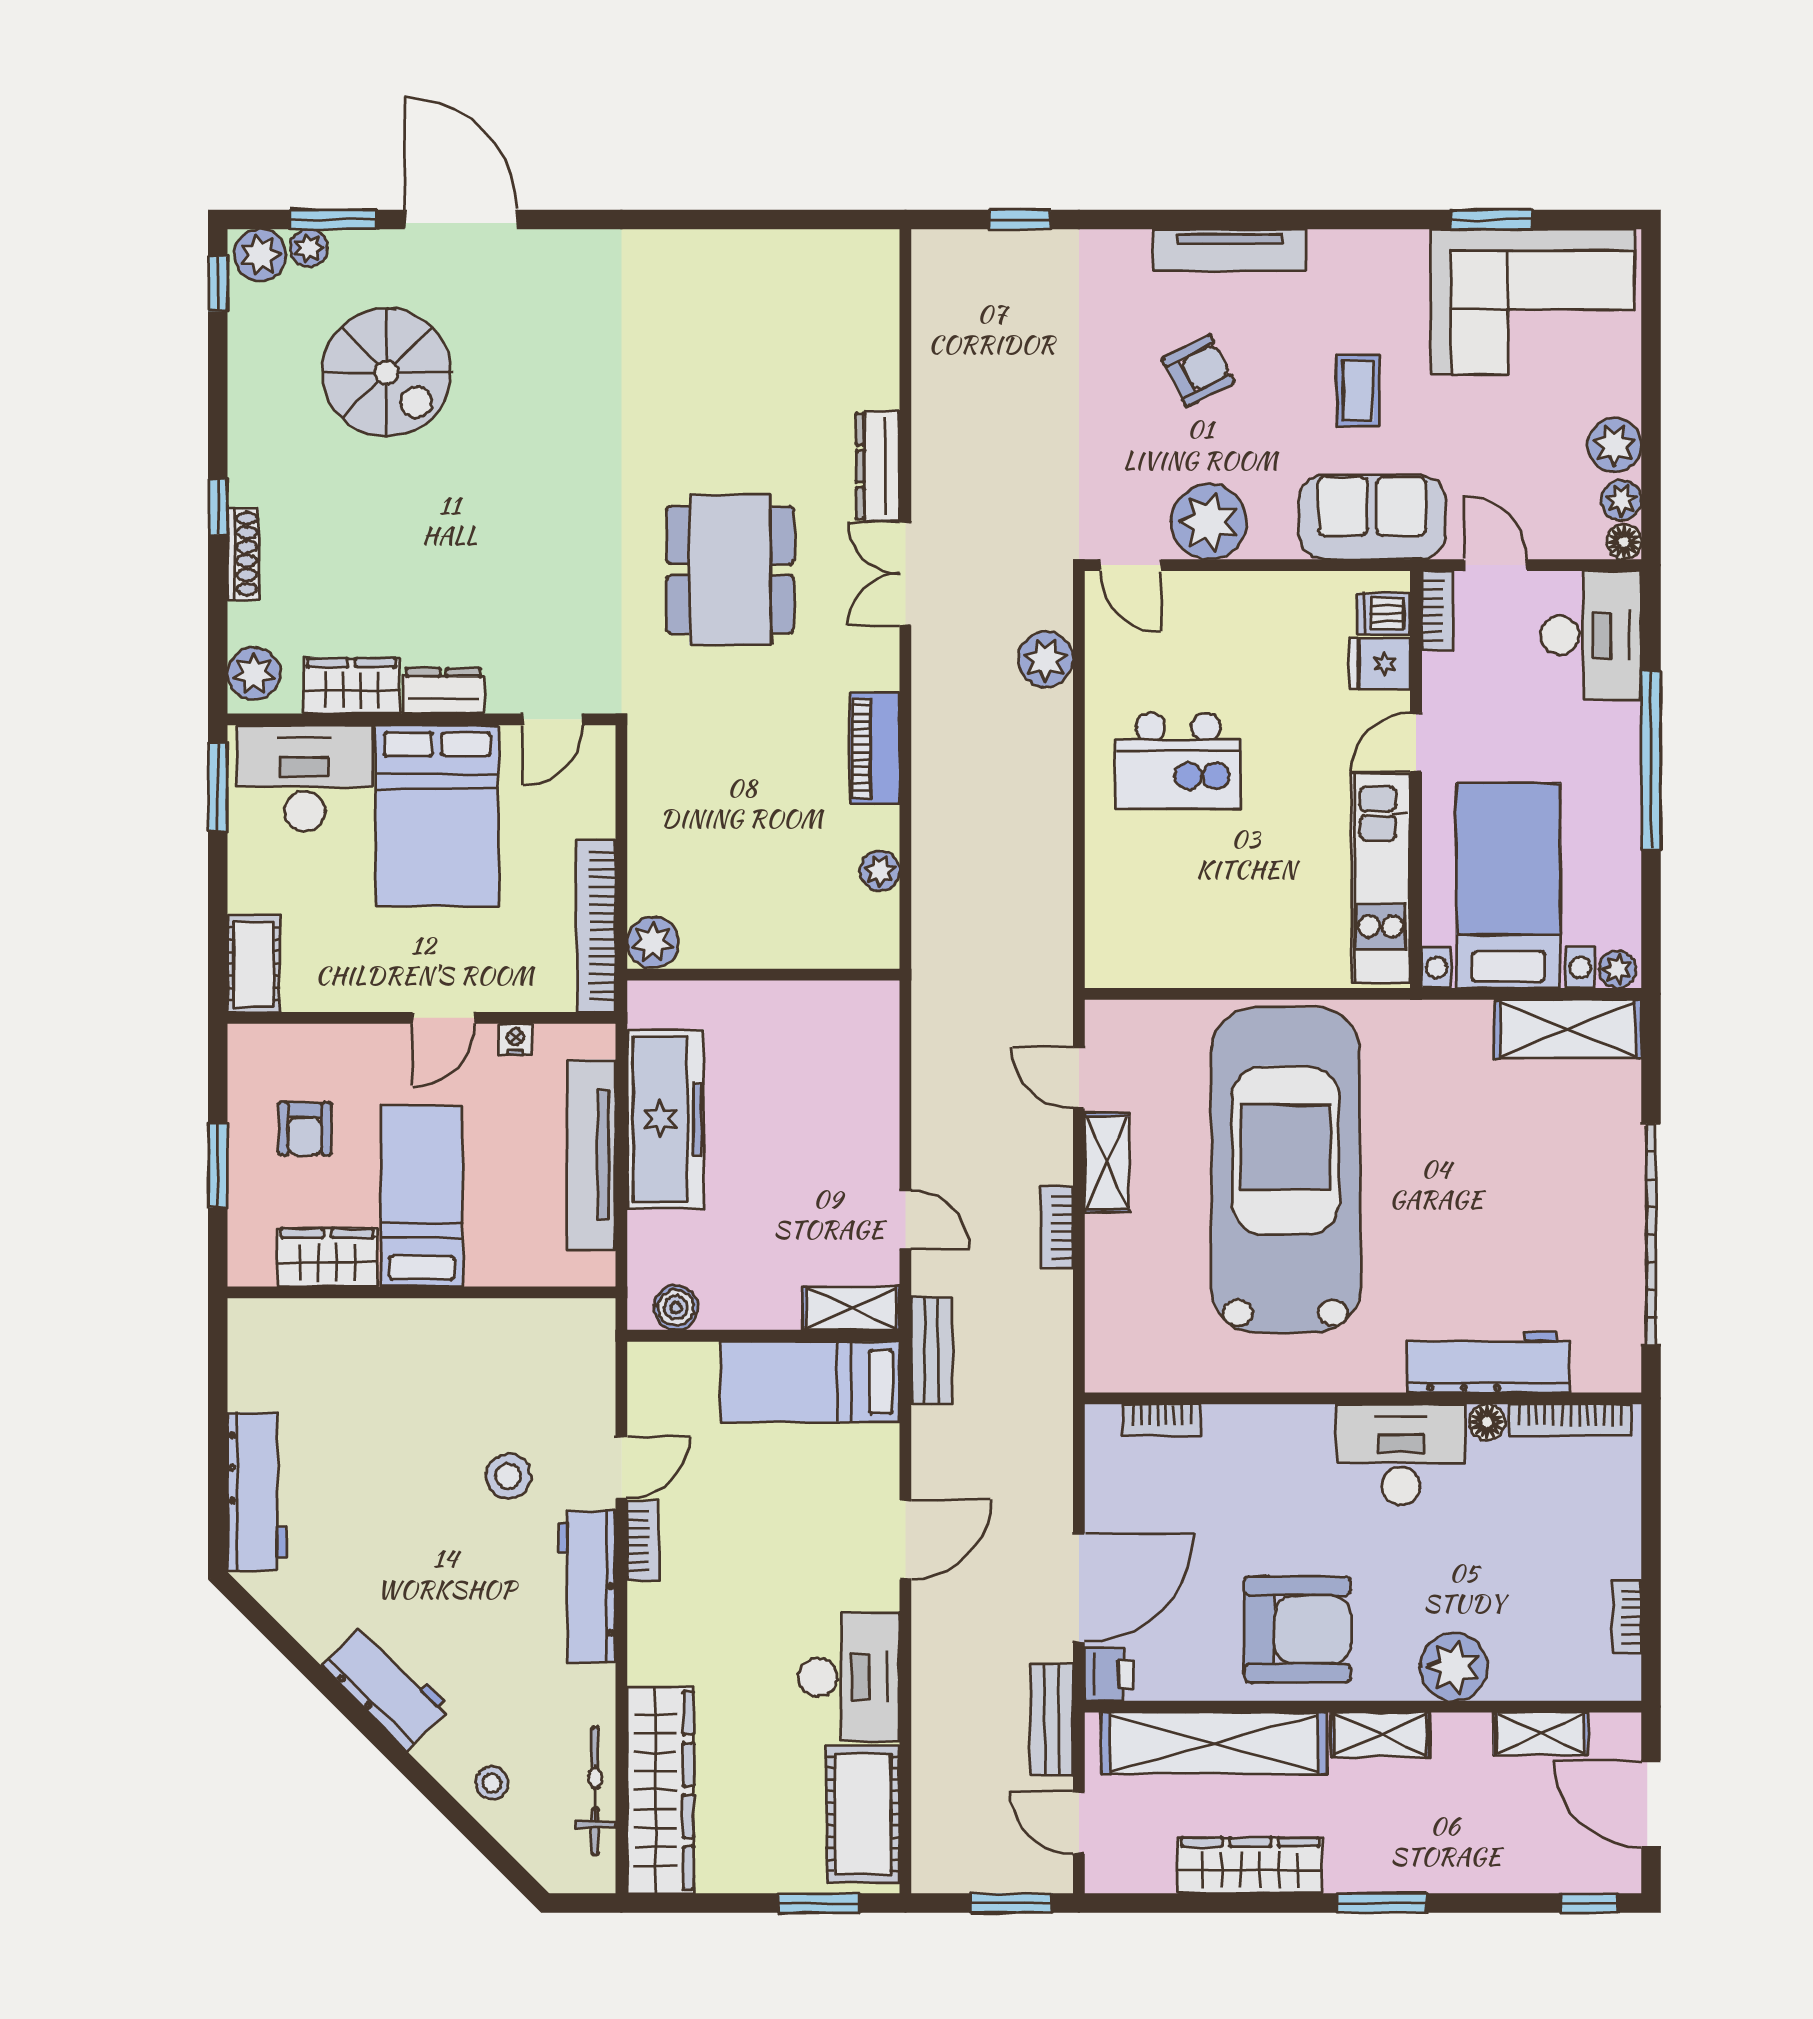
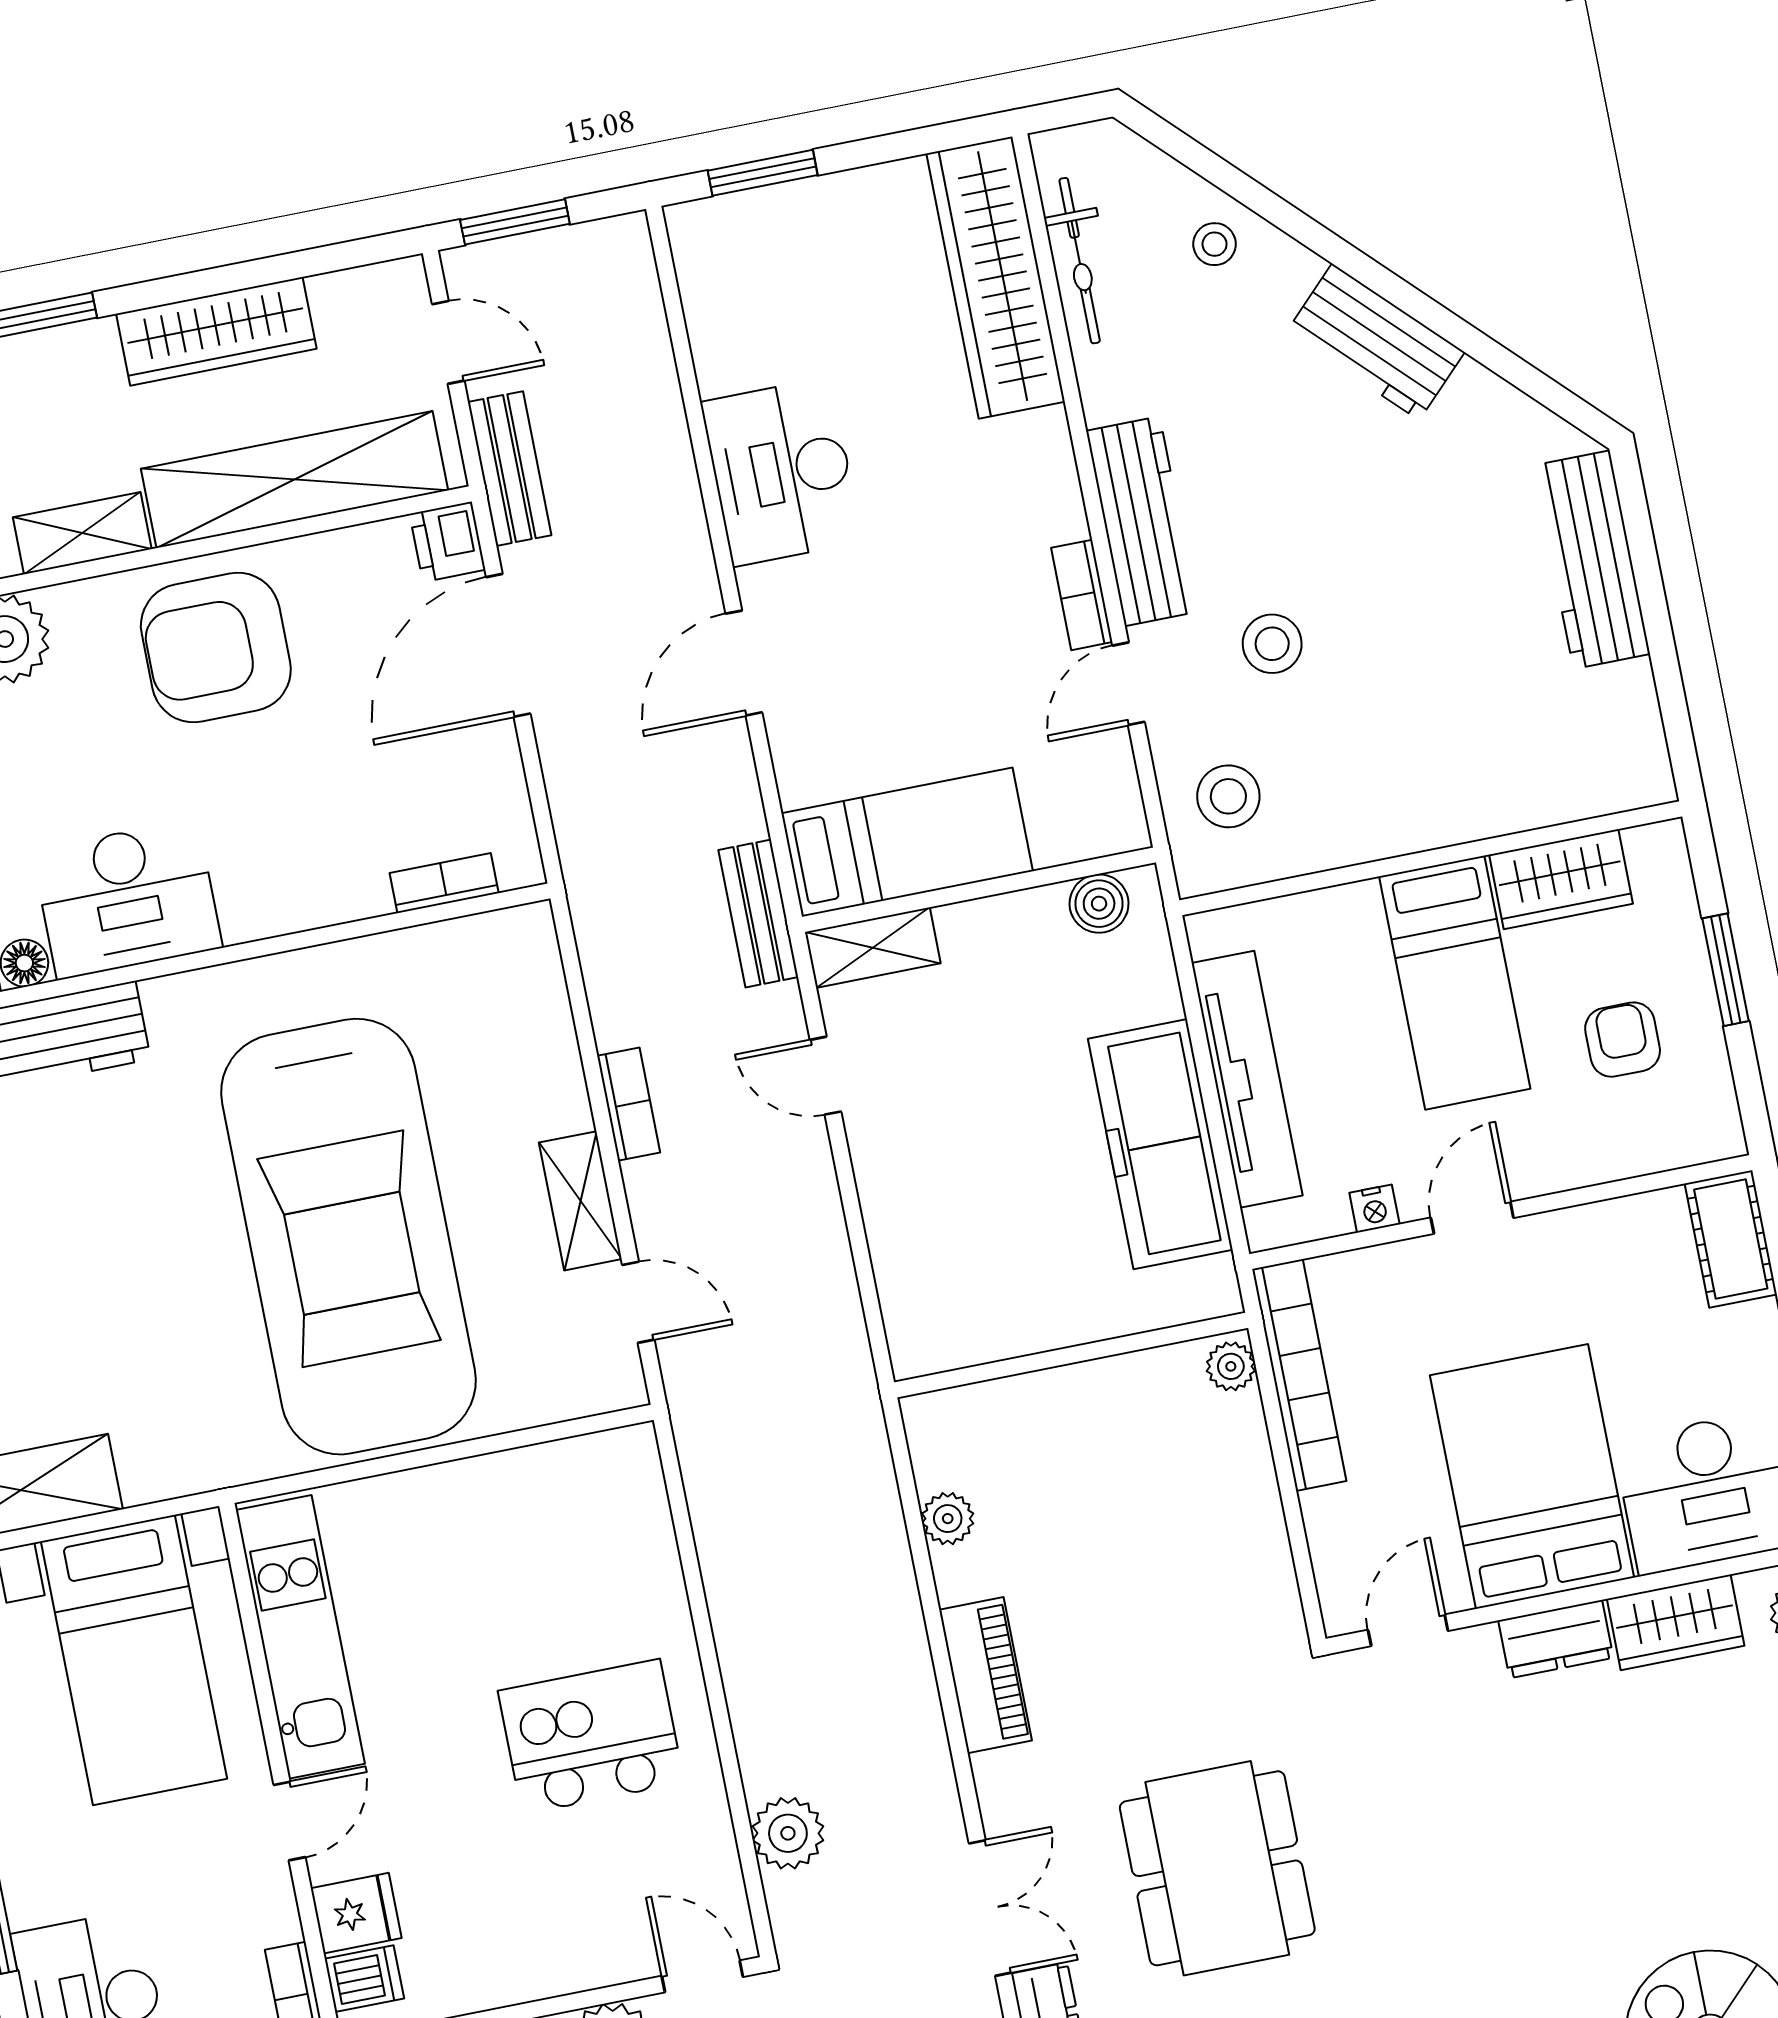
plant: (653, 943) -> (1231, 1366), width x0.73, depth x0.73
stool: (563, 1369) -> (1228, 796), added
cot: (863, 1814) -> (729, 299), removed

